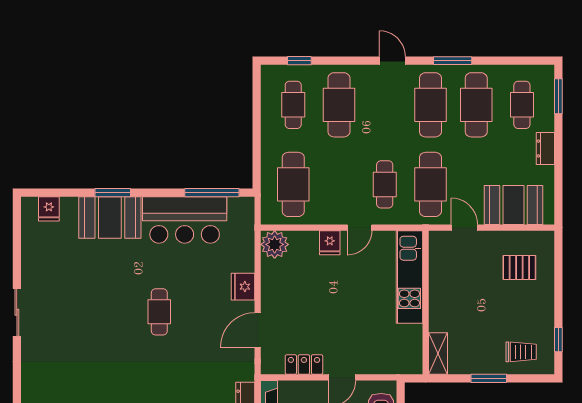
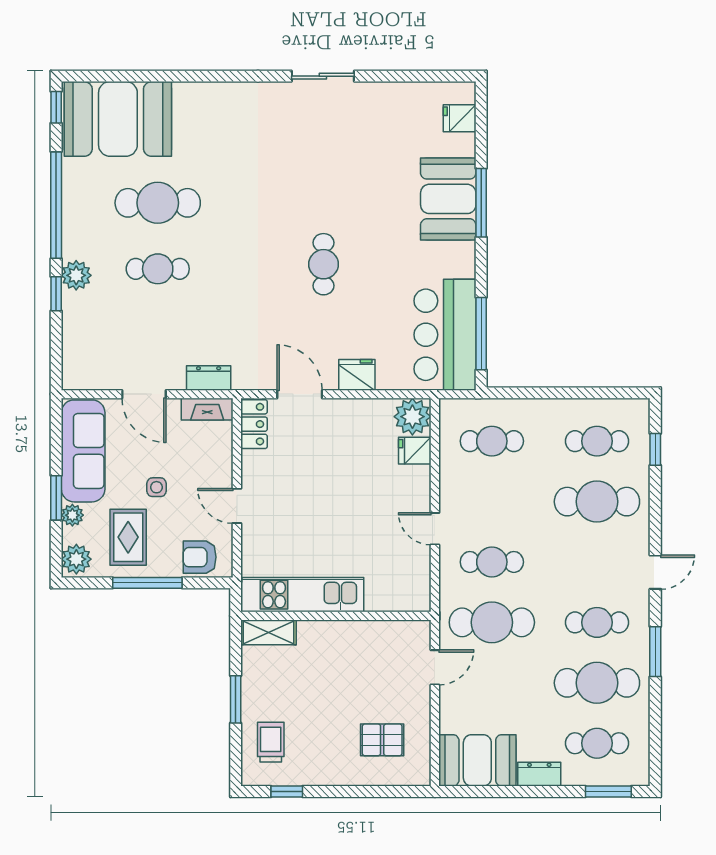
cafe table: (430, 105) -> (597, 622), width x0.73, depth x0.74
cafe table: (293, 184) -> (492, 441), width x0.73, depth x0.74
window: (113, 193) -> (481, 203), width x1.44
booth: (514, 205) -> (477, 760), moved, turned 90
bar counter: (185, 220) -> (445, 335), moved
fridge: (330, 243) -> (415, 451), moved
pallet: (519, 267) -> (382, 740), turned 90
kitchen unit: (409, 277) -> (302, 595), moved
cafe table: (159, 312) -> (324, 264), turned 90
trolley: (521, 352) -> (271, 742), turned 180
locker: (304, 365) -> (254, 424), moved

